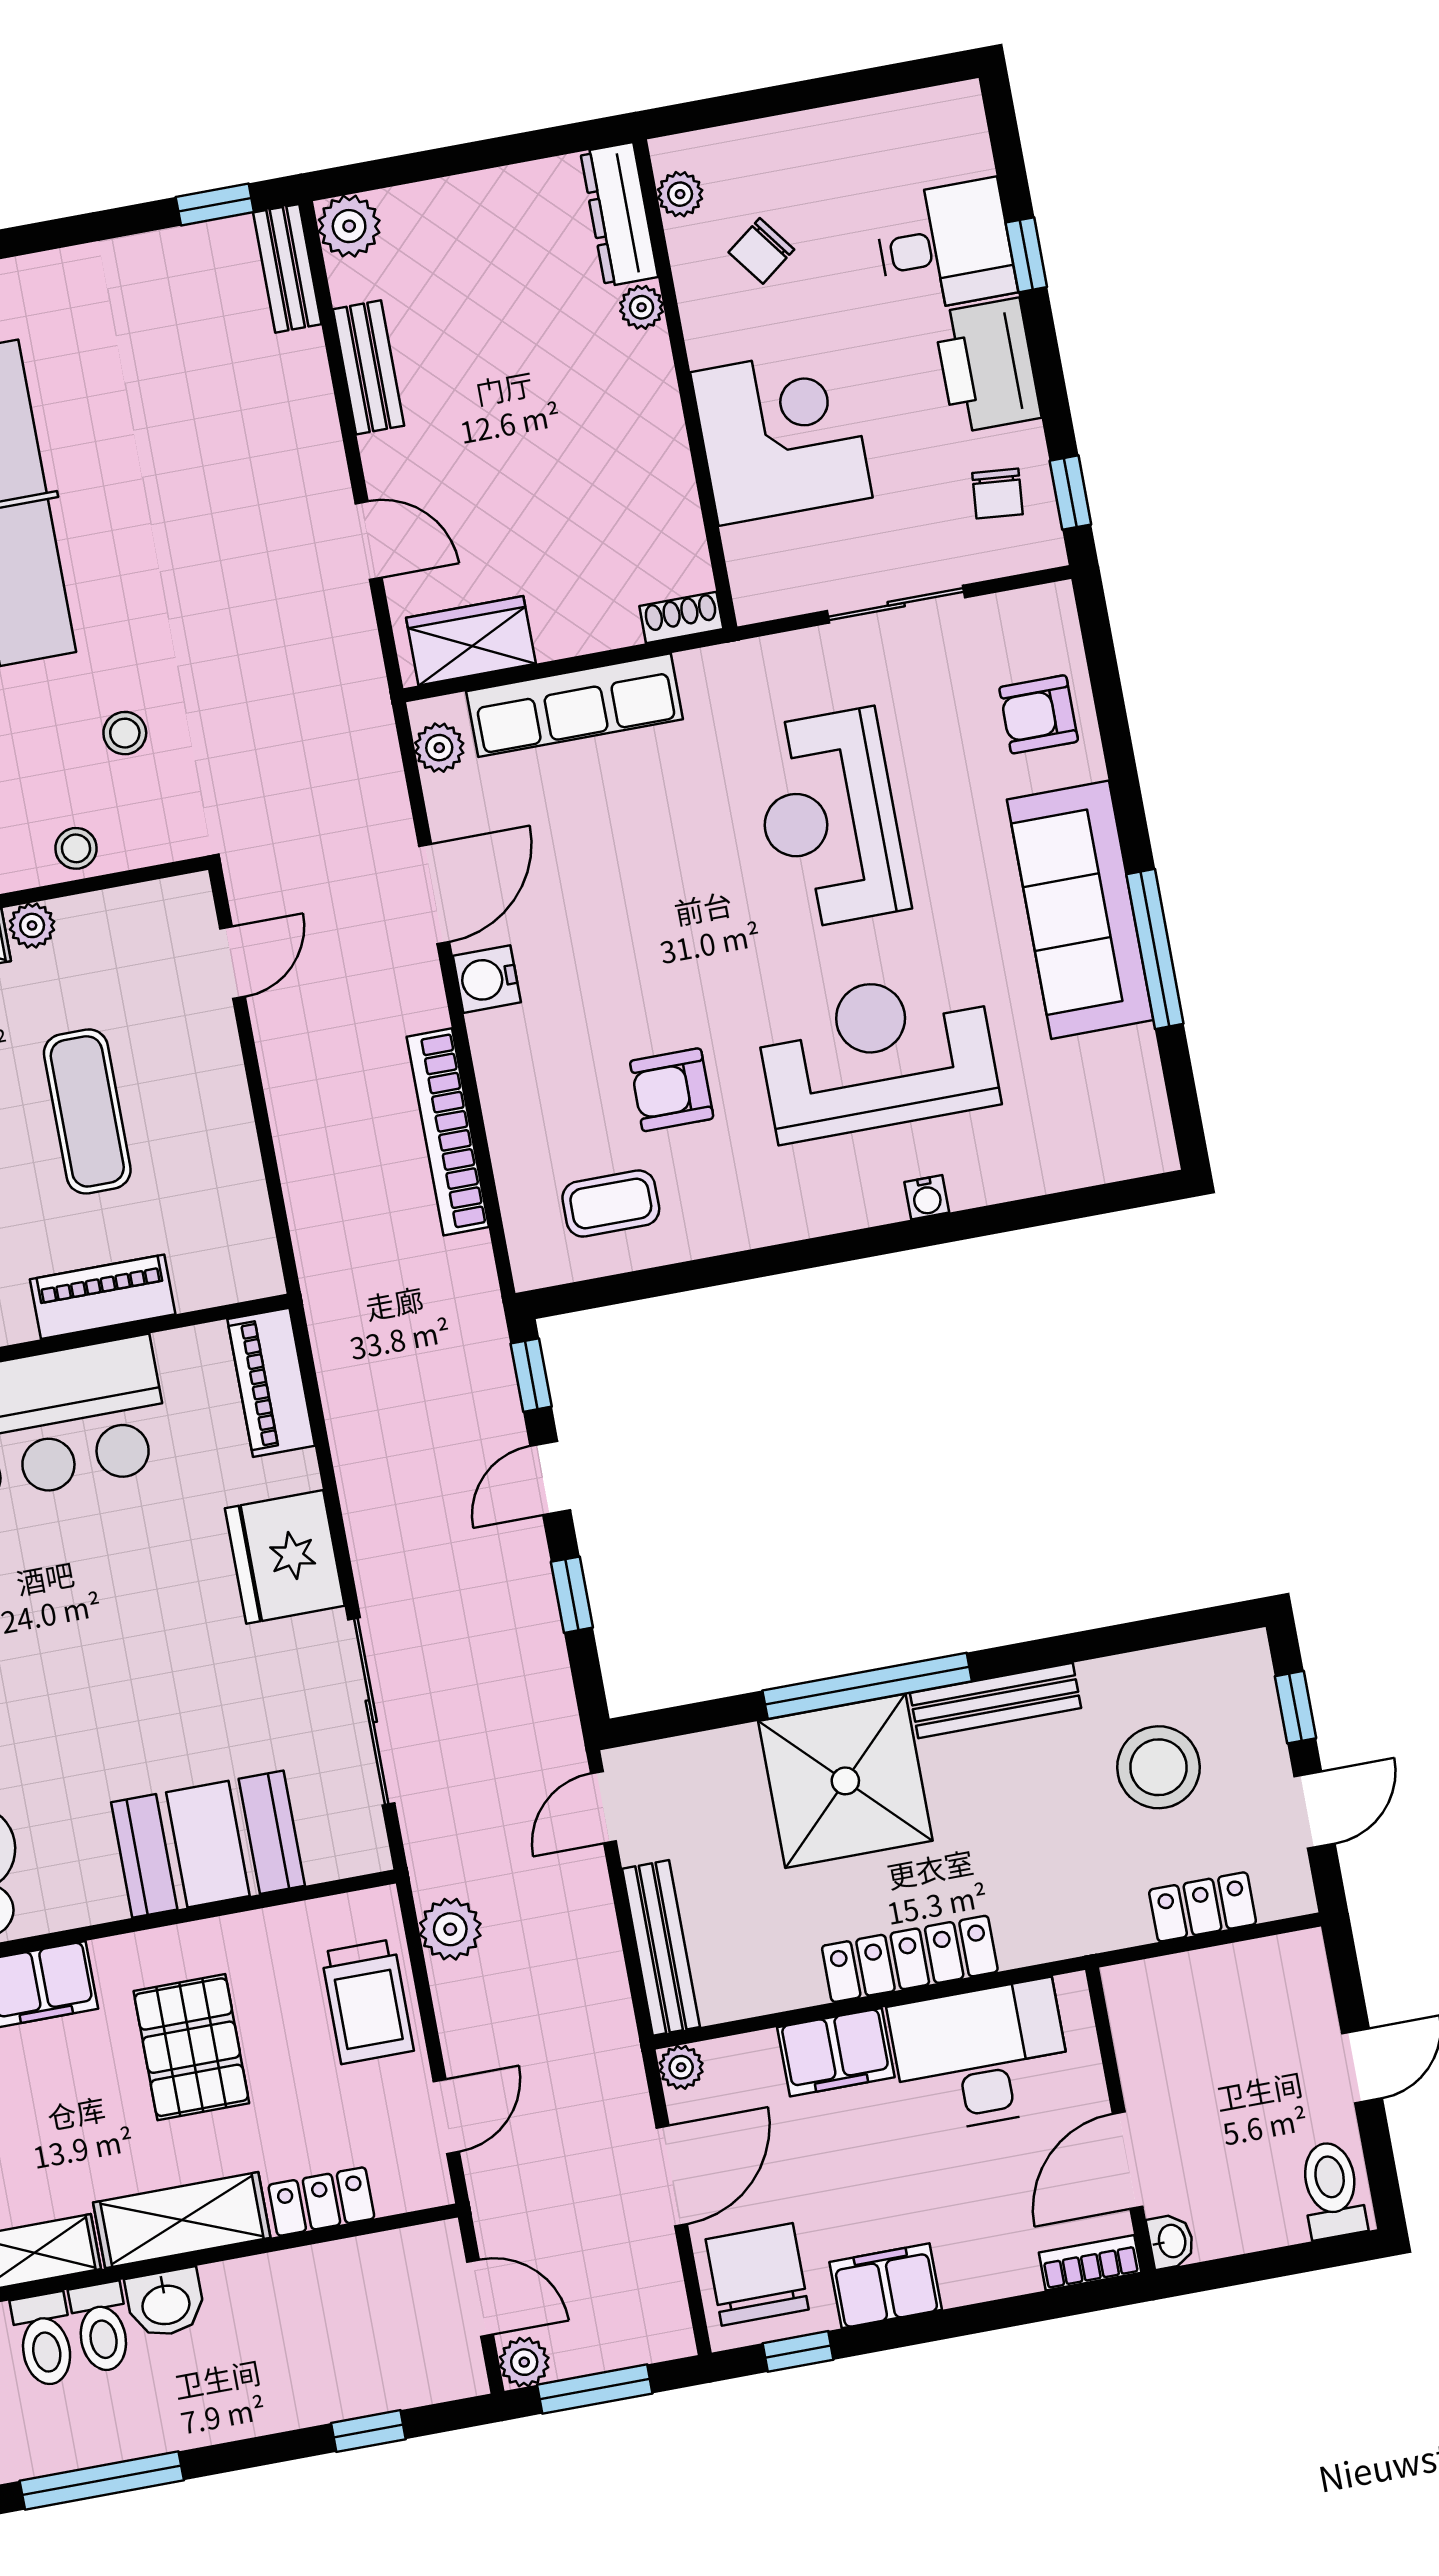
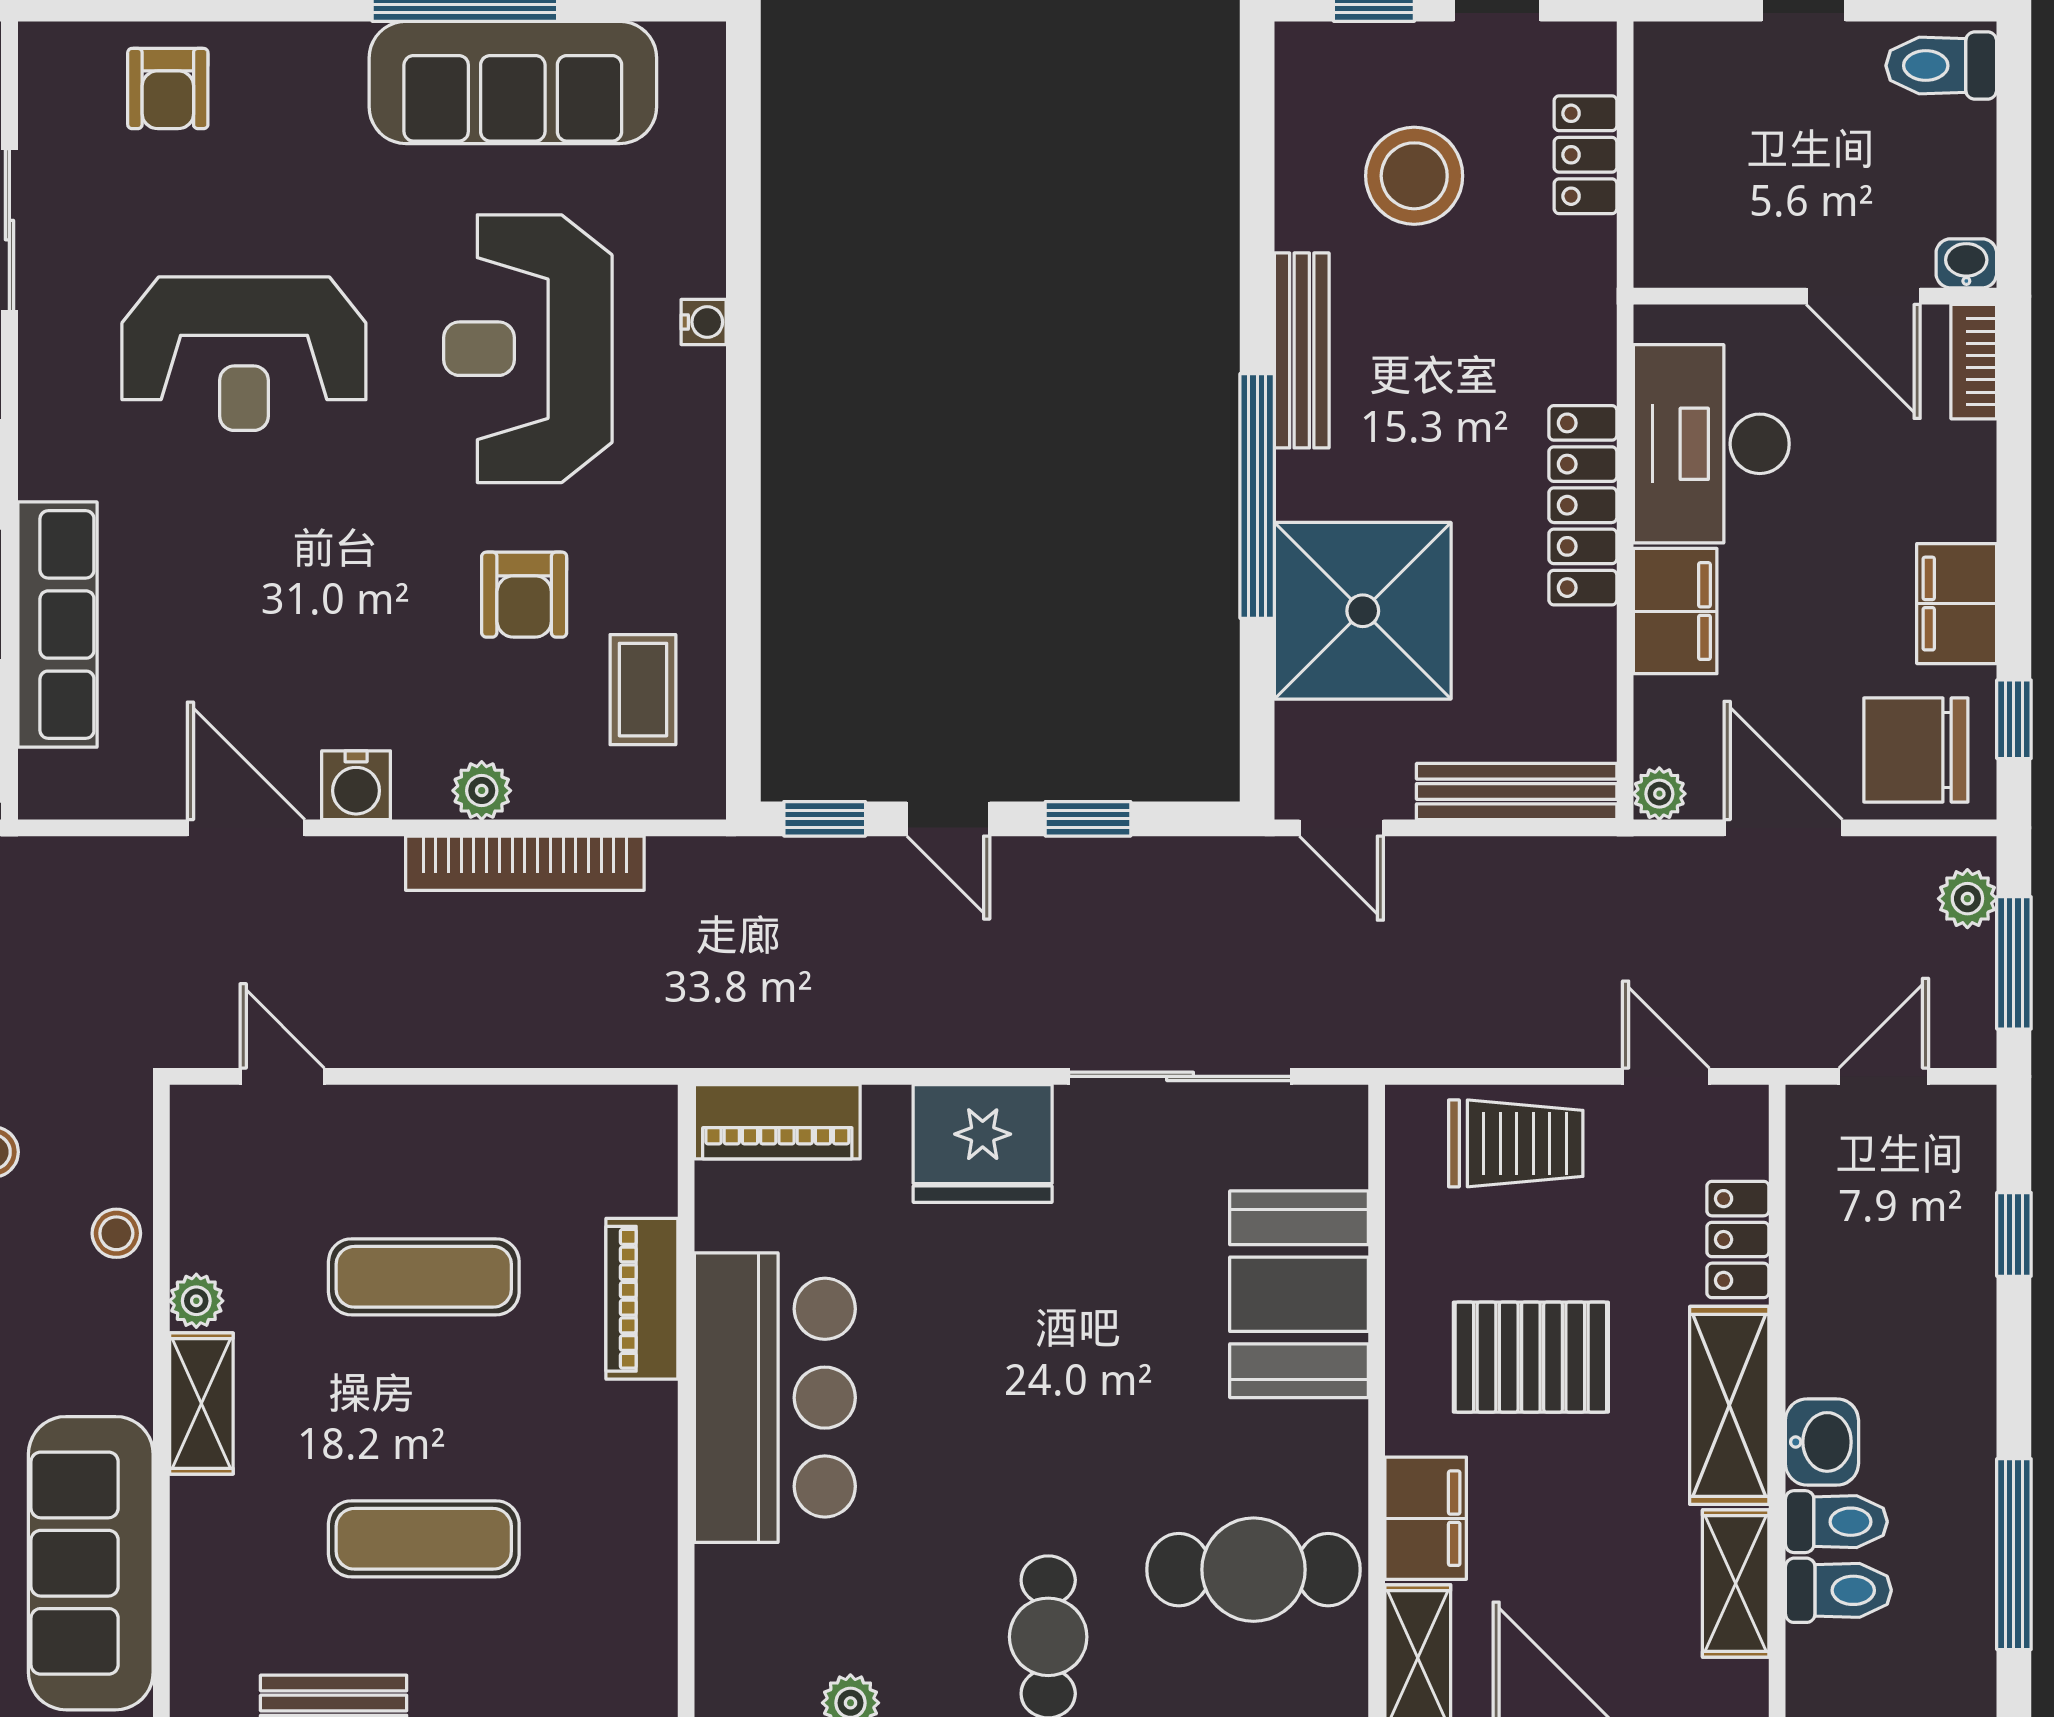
plant: (439, 748) -> (482, 791), moved
sofa: (1080, 910) -> (513, 82), moved
shower: (845, 1781) -> (1363, 611), moved
plant: (450, 1929) -> (1450, 1032), removed
plant: (524, 2362) -> (1967, 899), moved

